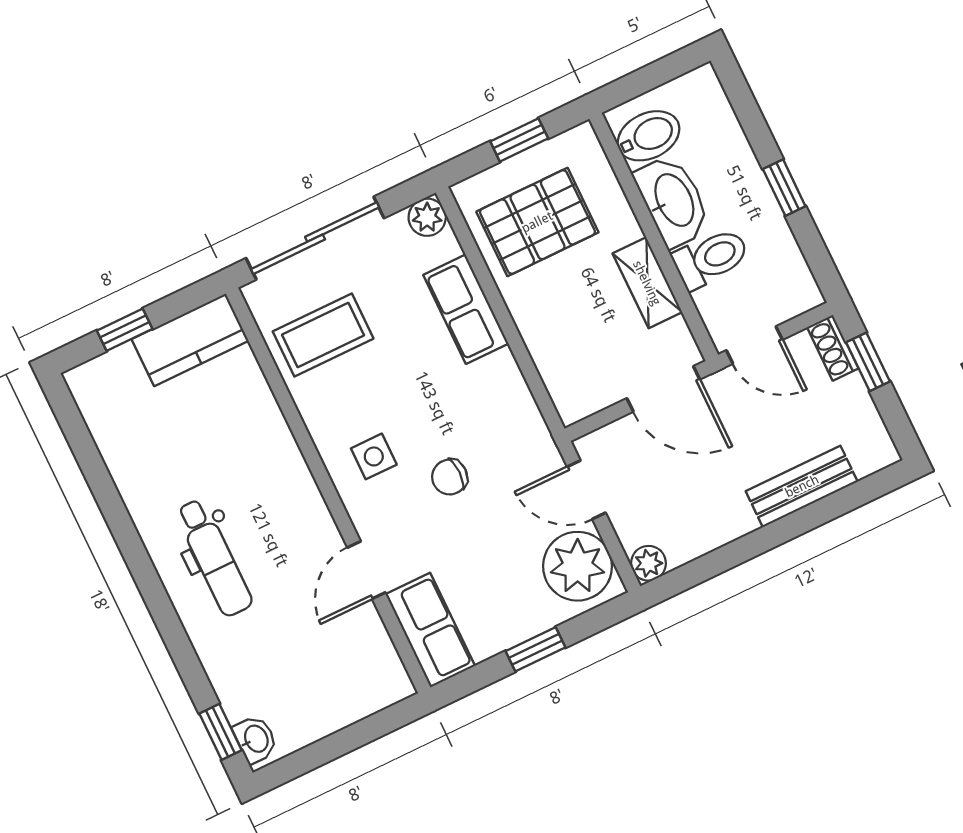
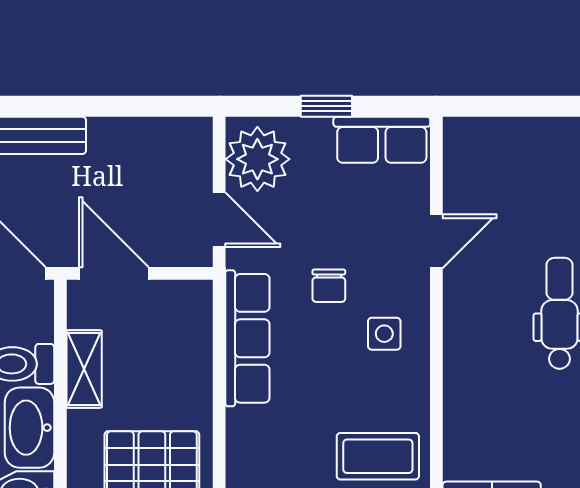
row of seats: (466, 309) -> (247, 338), moved, width x1.48
chair: (450, 477) -> (329, 286), turned 90
plant: (648, 563) -> (197, 133), removed
row of seats: (430, 630) -> (382, 140), moved, turned -90

